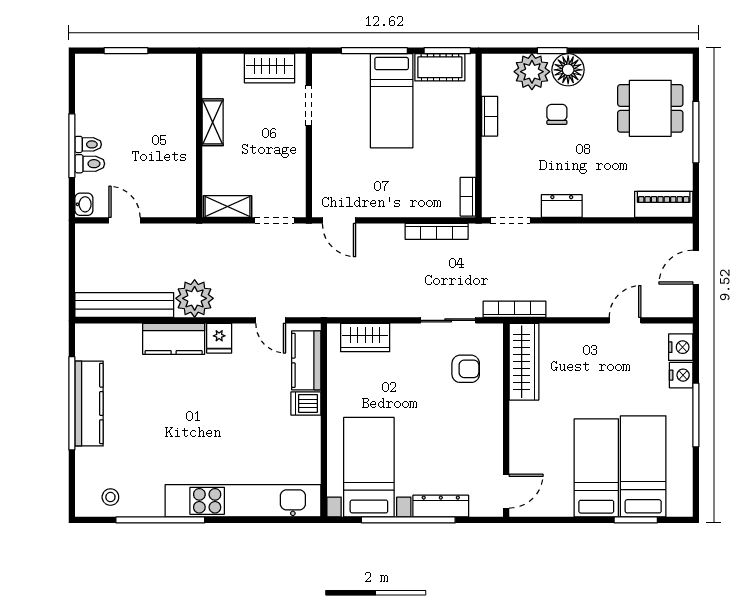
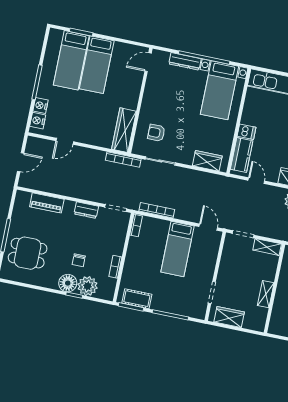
bed: (392, 101) -> (177, 249), moved, turned 180
piano: (664, 204) -> (47, 203), moved

